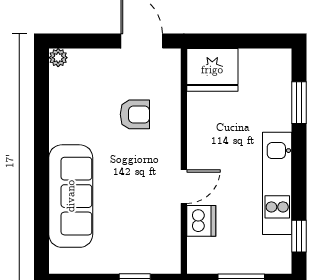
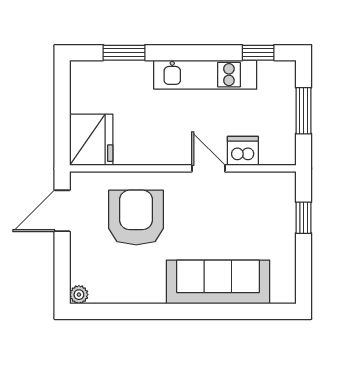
armchair: (135, 114) -> (136, 218), width x1.88, depth x1.88

